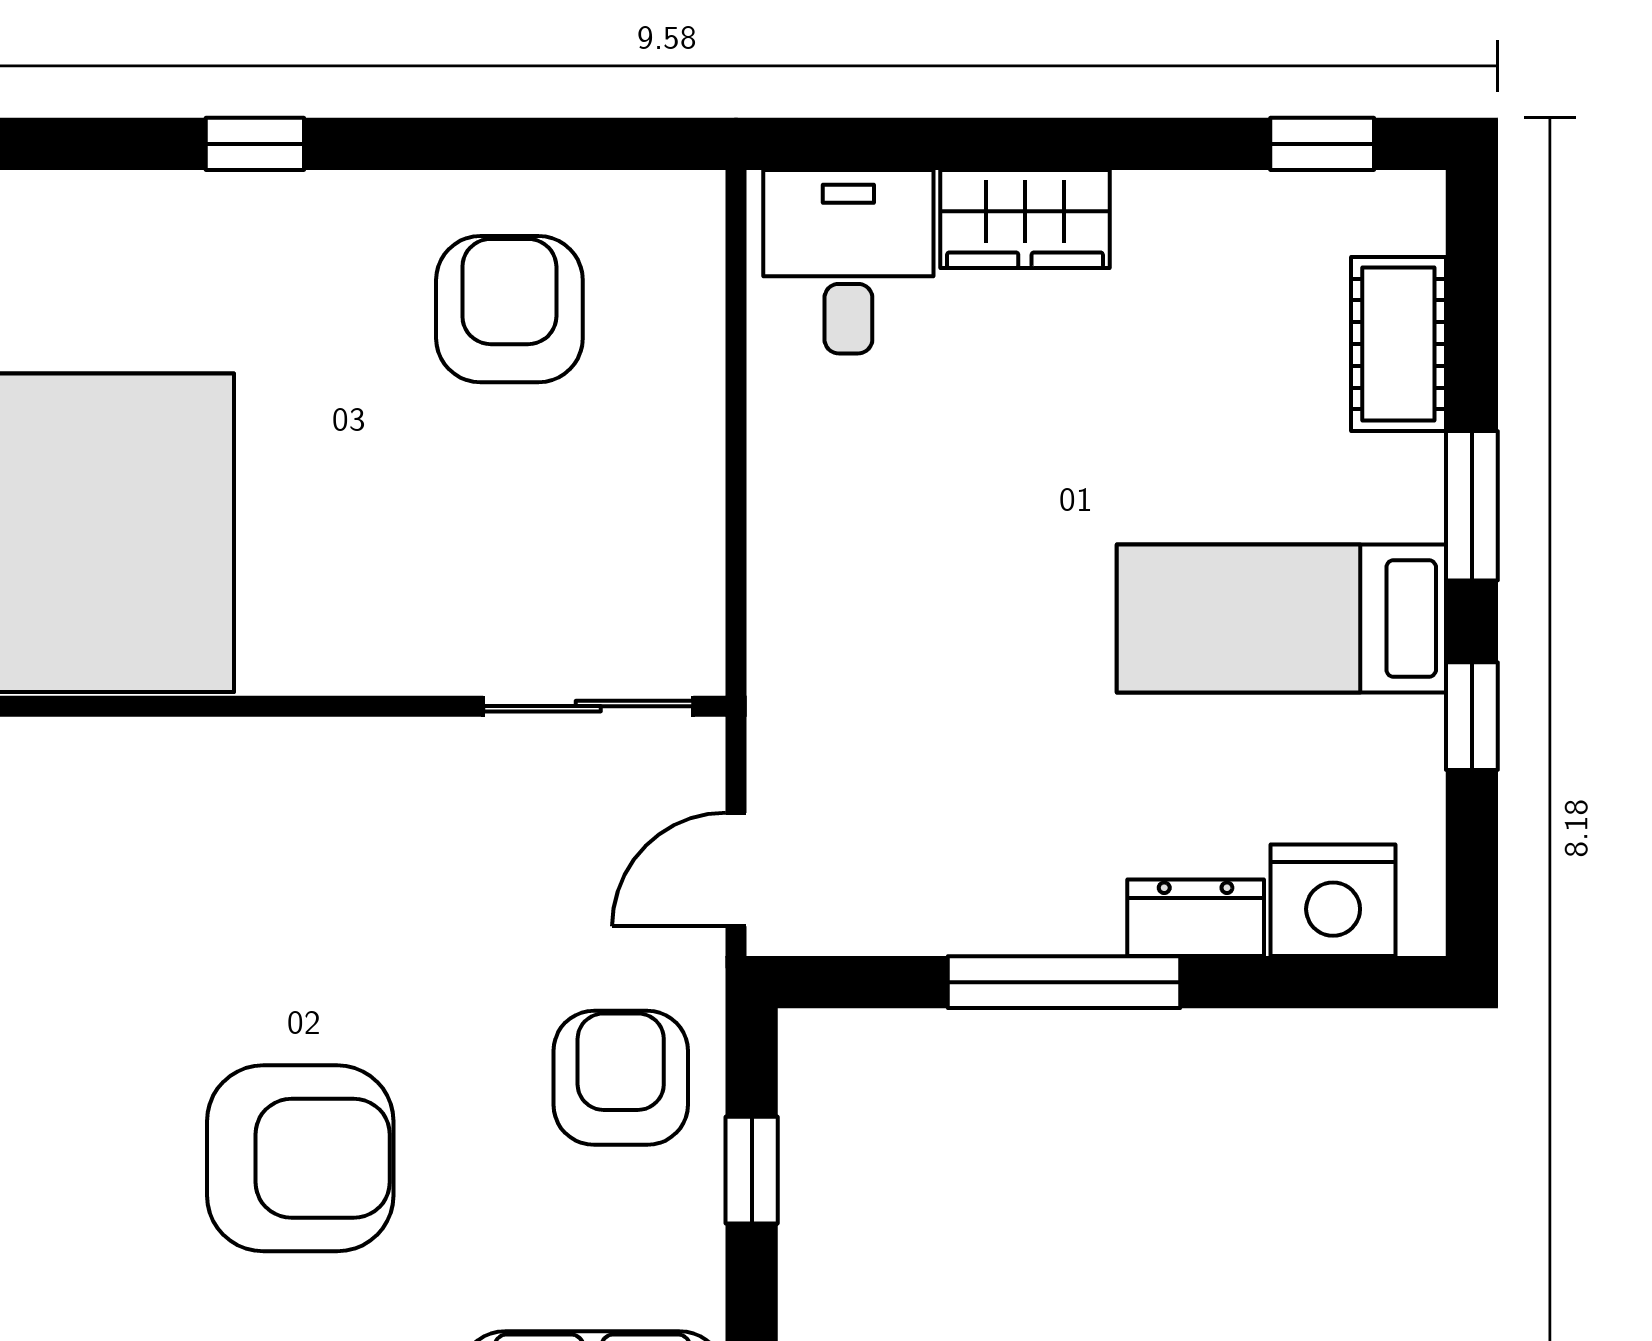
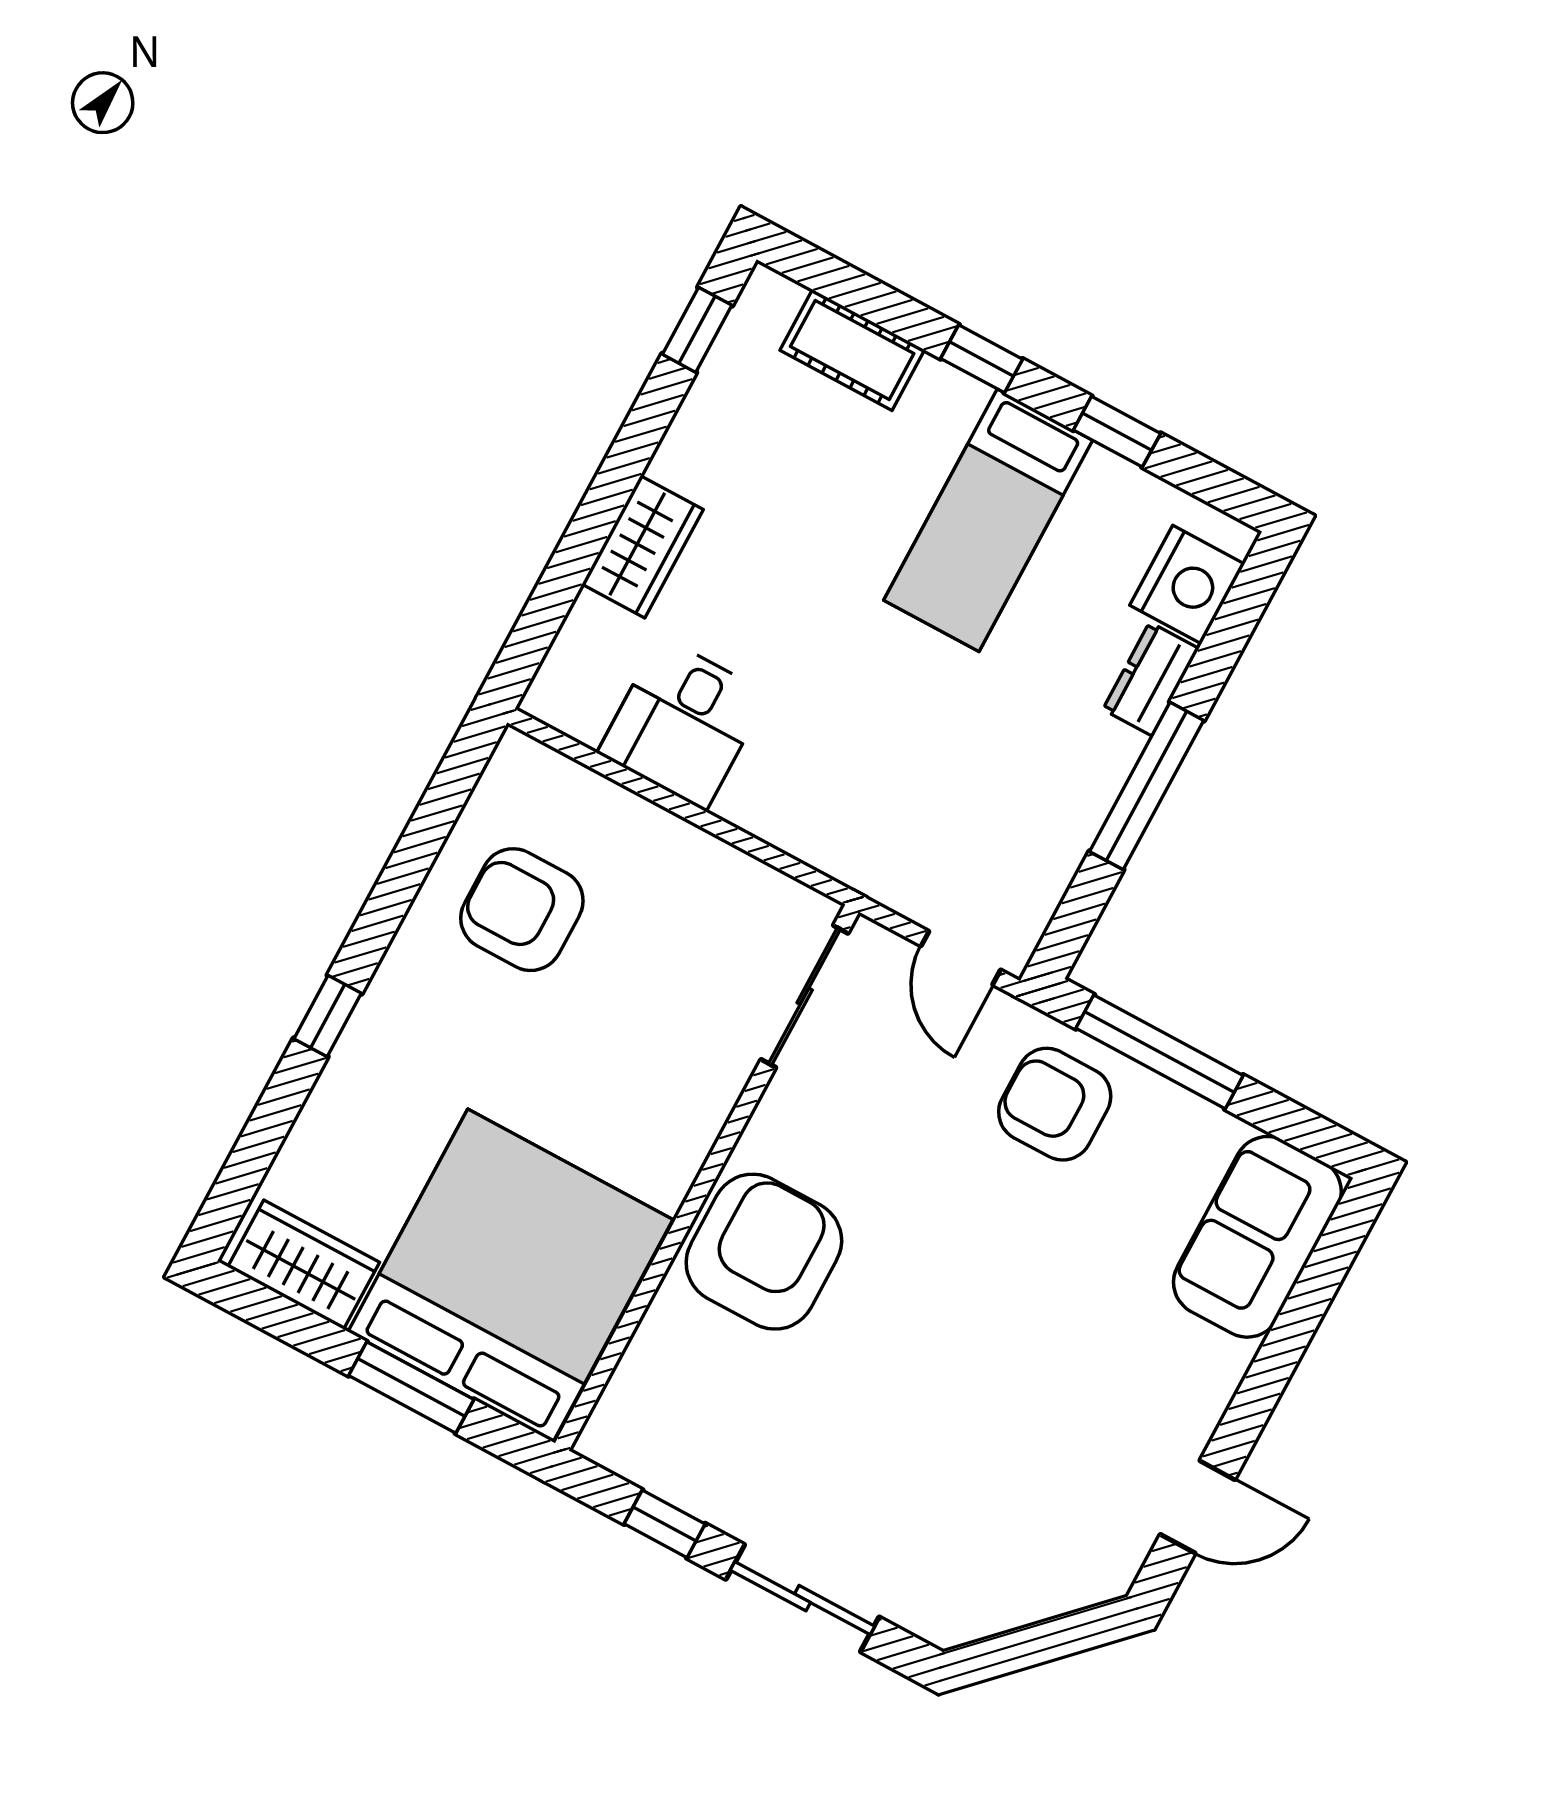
desk: (848, 262) -> (683, 723), moved, turned -90
window: (1472, 506) -> (982, 359), width x0.67
armchair: (300, 1158) -> (764, 1252), moved
window: (752, 1170) -> (1159, 1052), width x2.17

